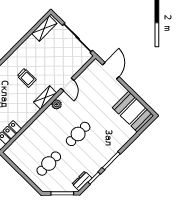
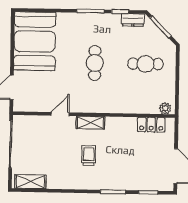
plant: (57, 104) -> (165, 108), moved
booth: (133, 112) -> (35, 41), width x1.36, depth x1.42
cafe table: (78, 134) -> (95, 63), turned 90

